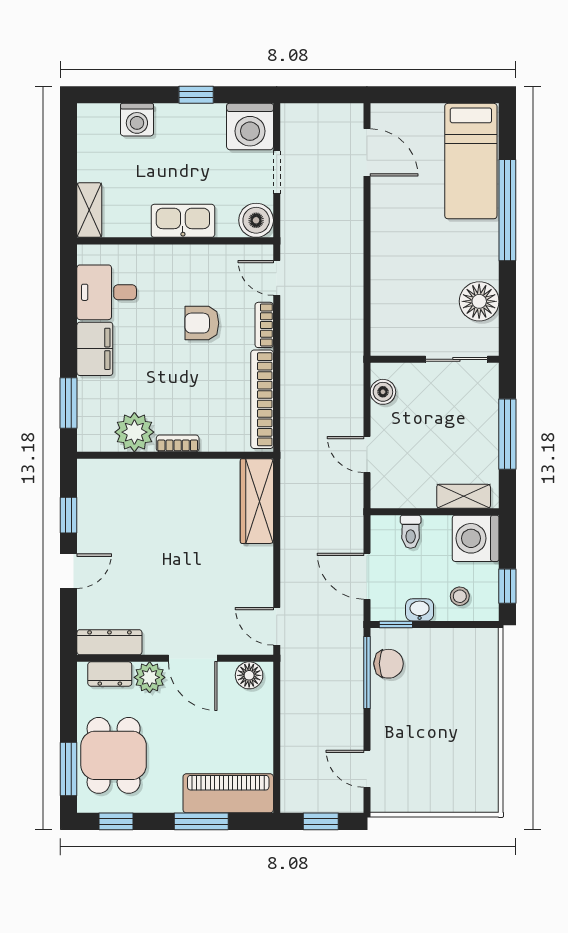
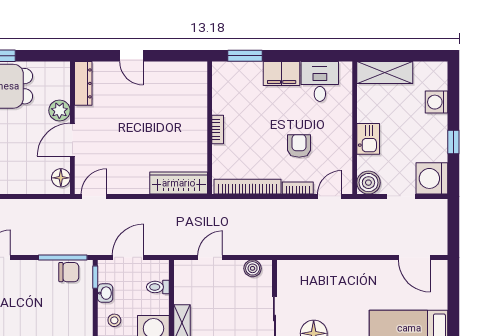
door: (367, 152) -> (414, 257), hinge flipped
shelving: (89, 210) -> (385, 73), width x1.50, depth x1.33
kitchen sink: (183, 221) -> (368, 139), width x0.73
plant: (134, 432) -> (225, 100), removed
window: (69, 515) -> (169, 56), removed
chair: (389, 664) -> (69, 272), turned -90
dresser: (110, 674) -> (62, 84), removed

